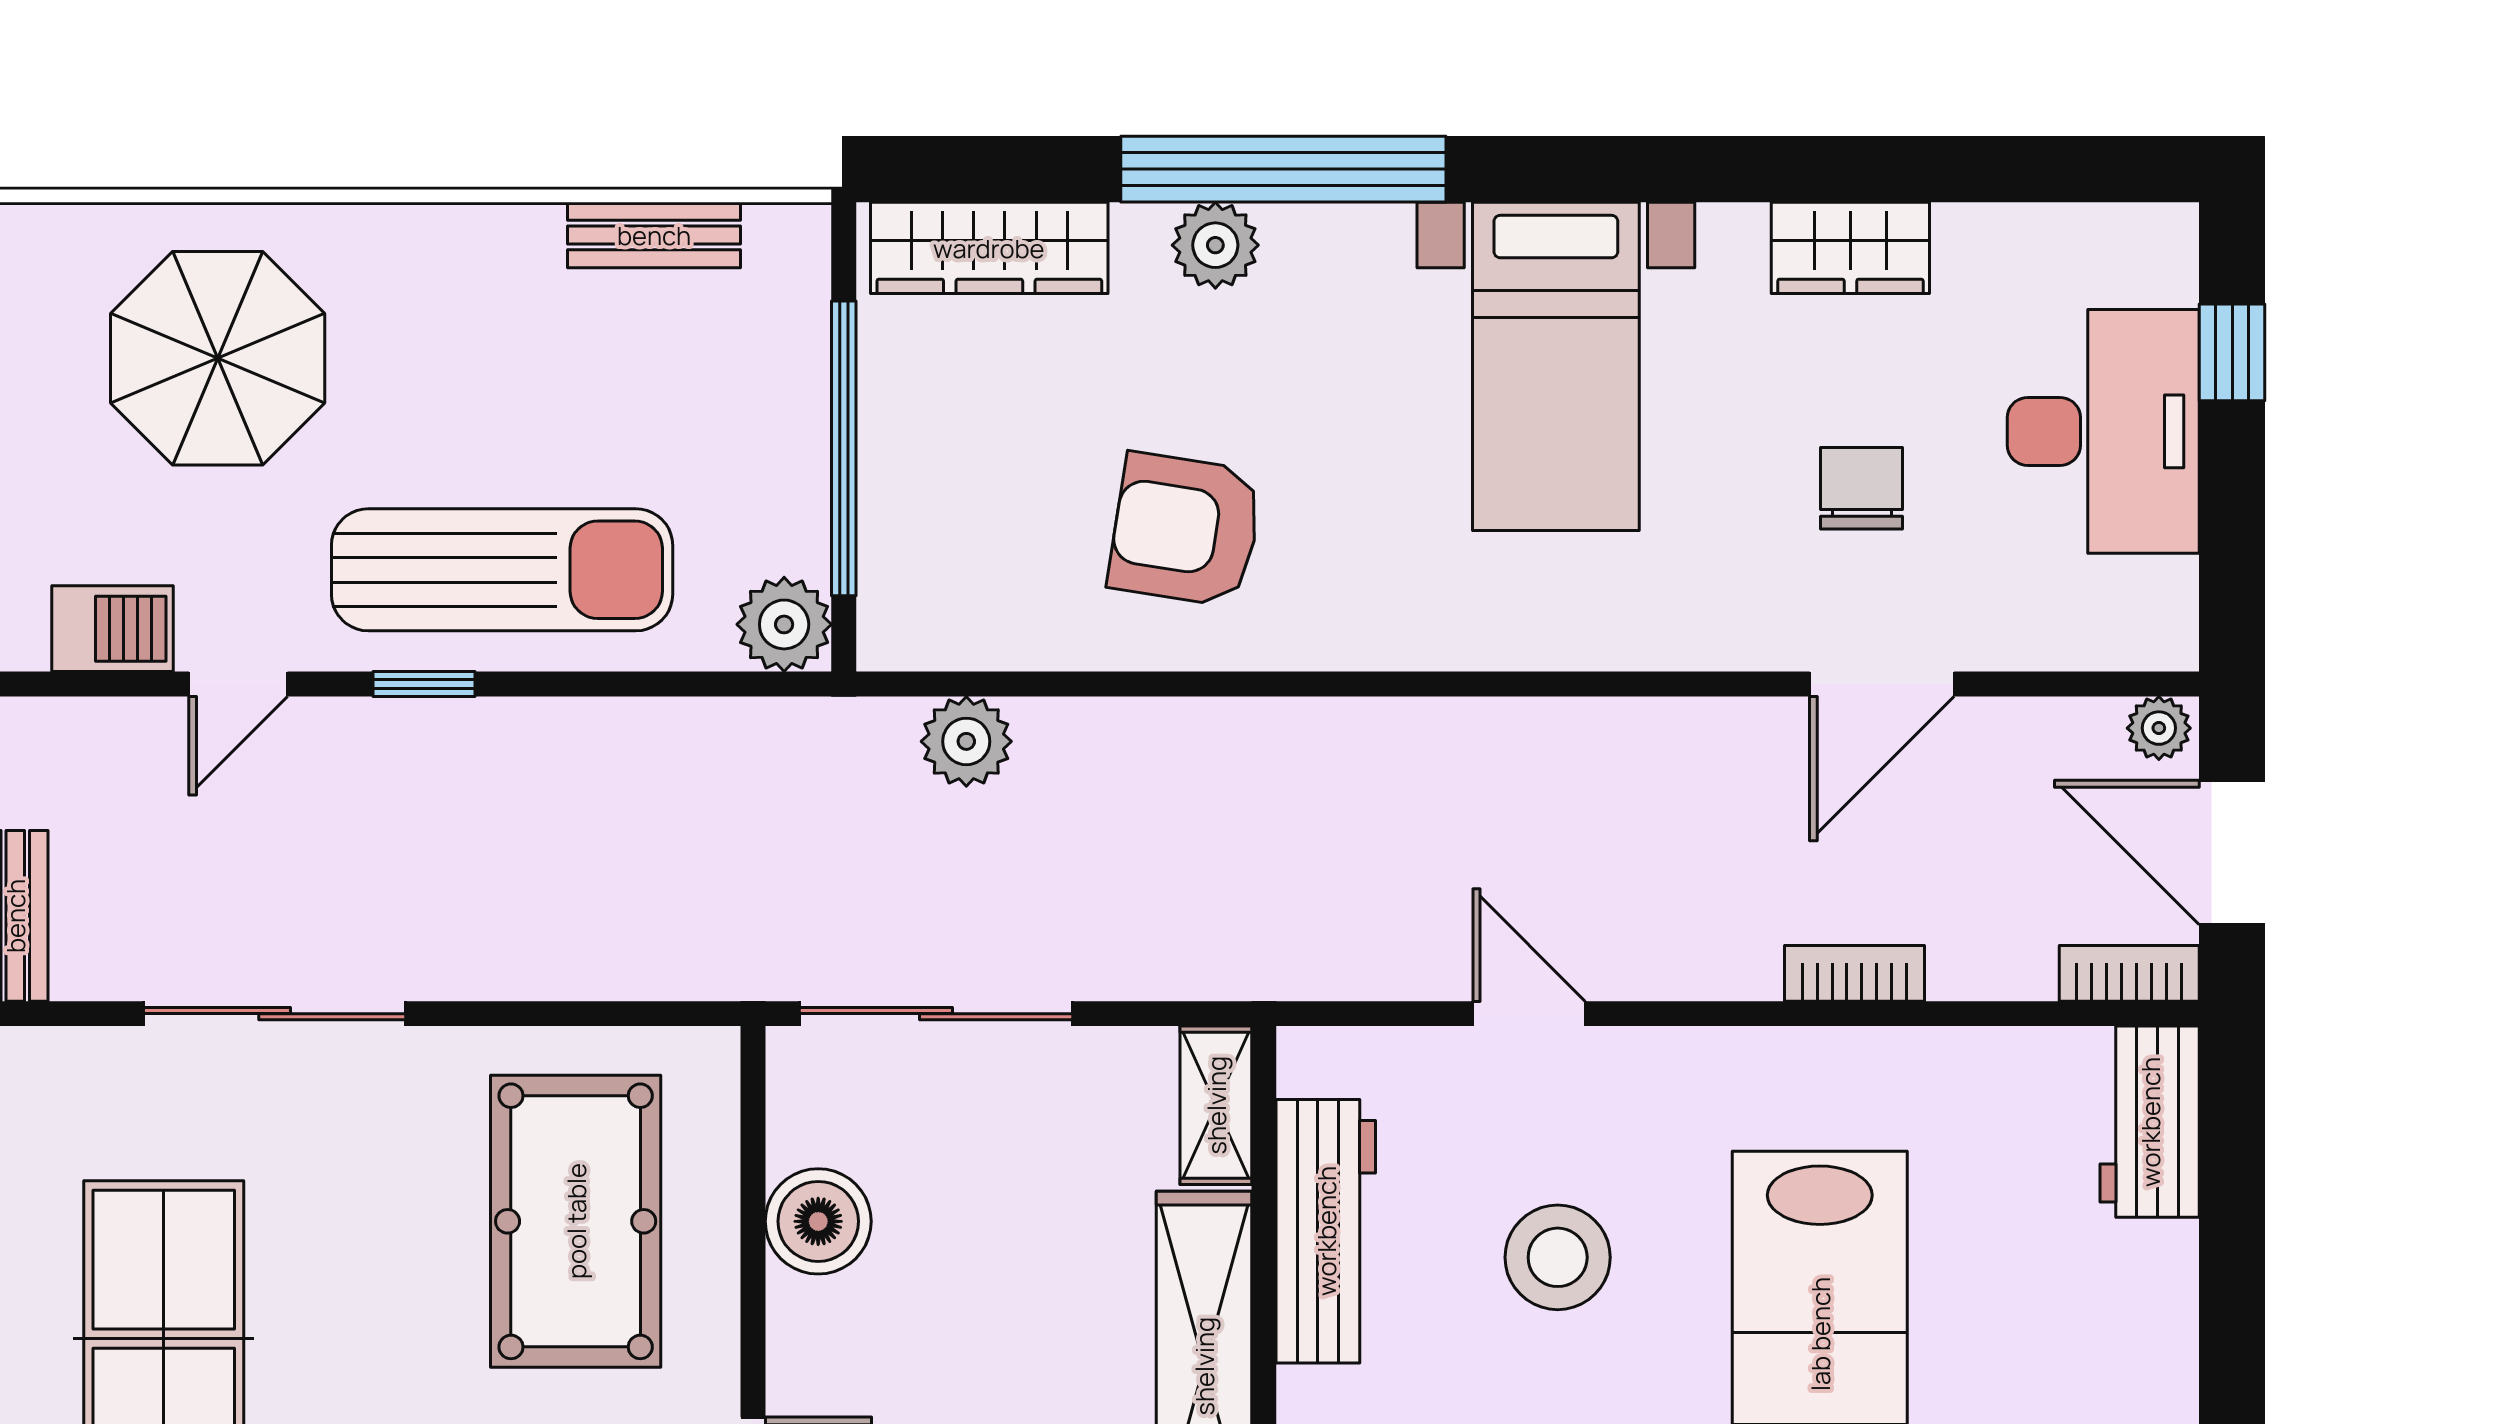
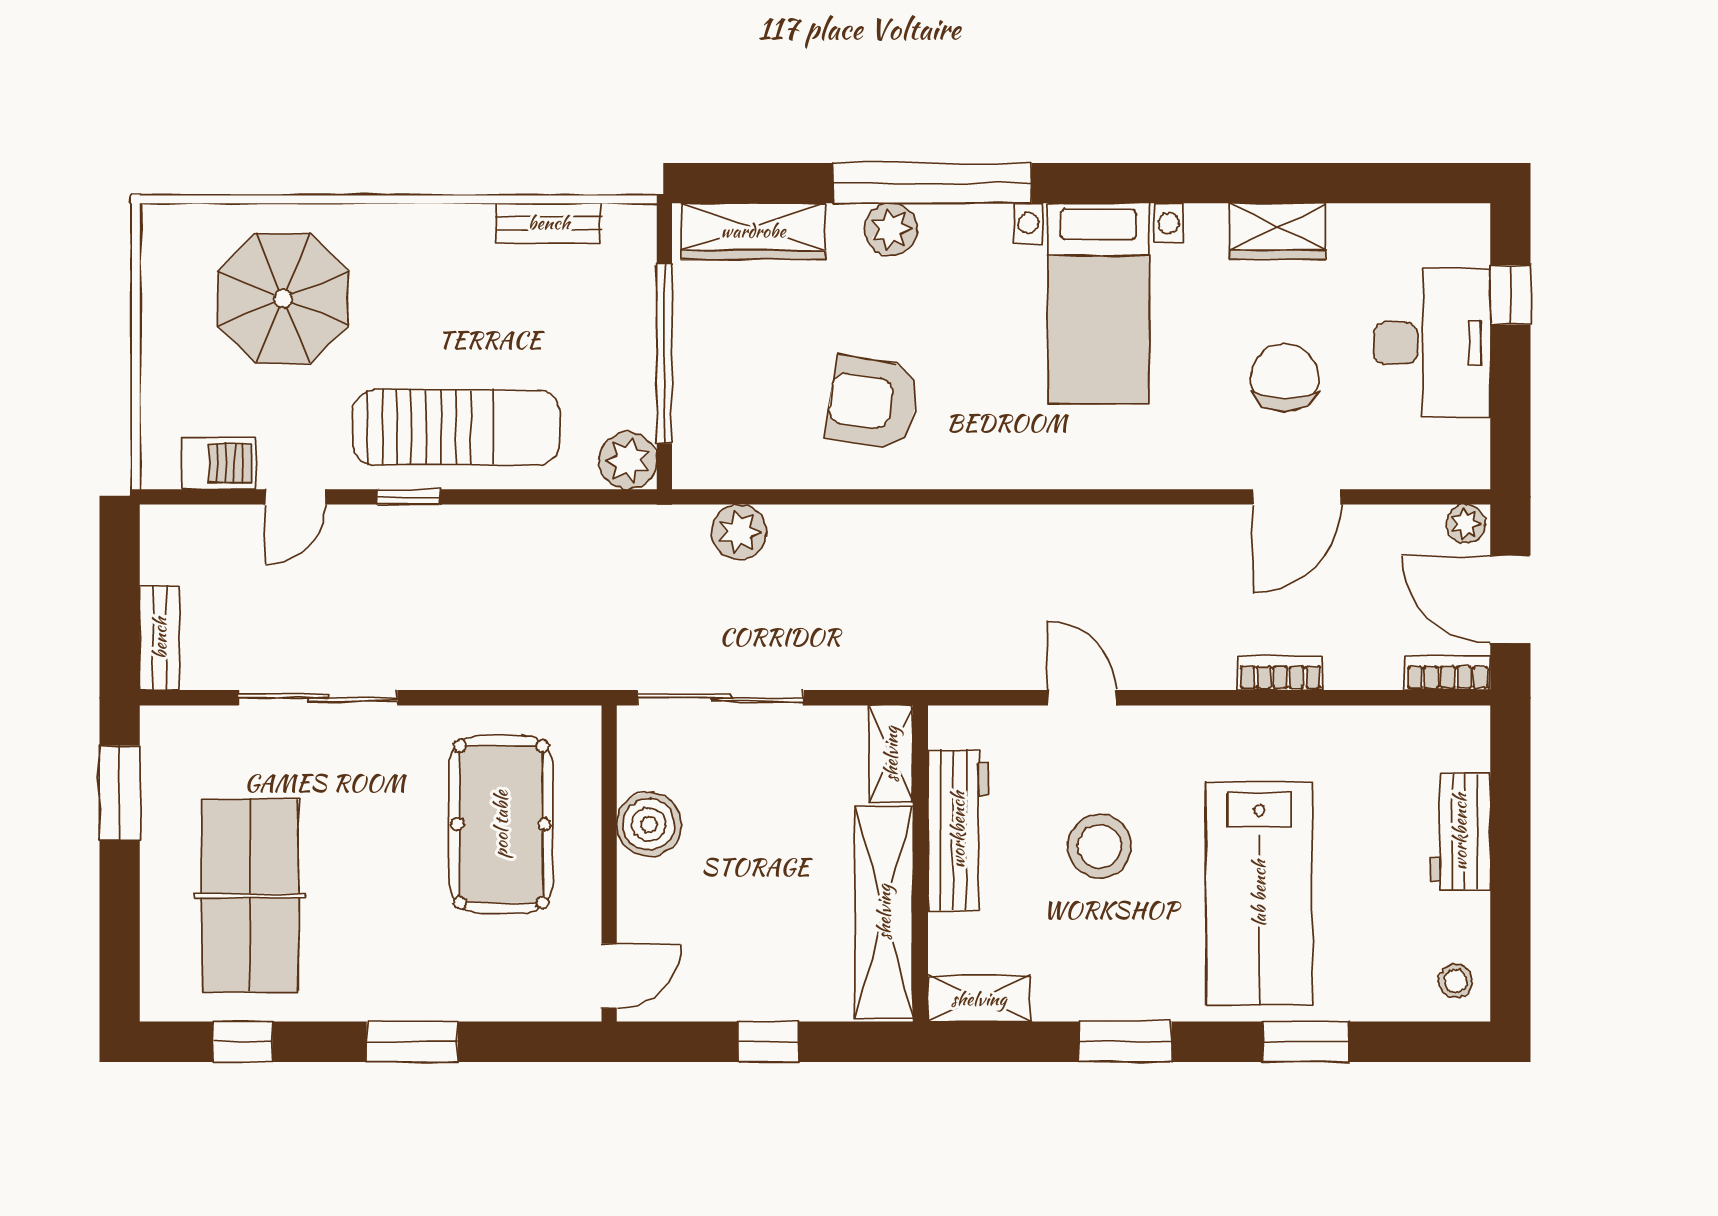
chair: (1862, 488) -> (1285, 378), width x1.37, depth x1.37
workbench: (2150, 1122) -> (1460, 832), moved

